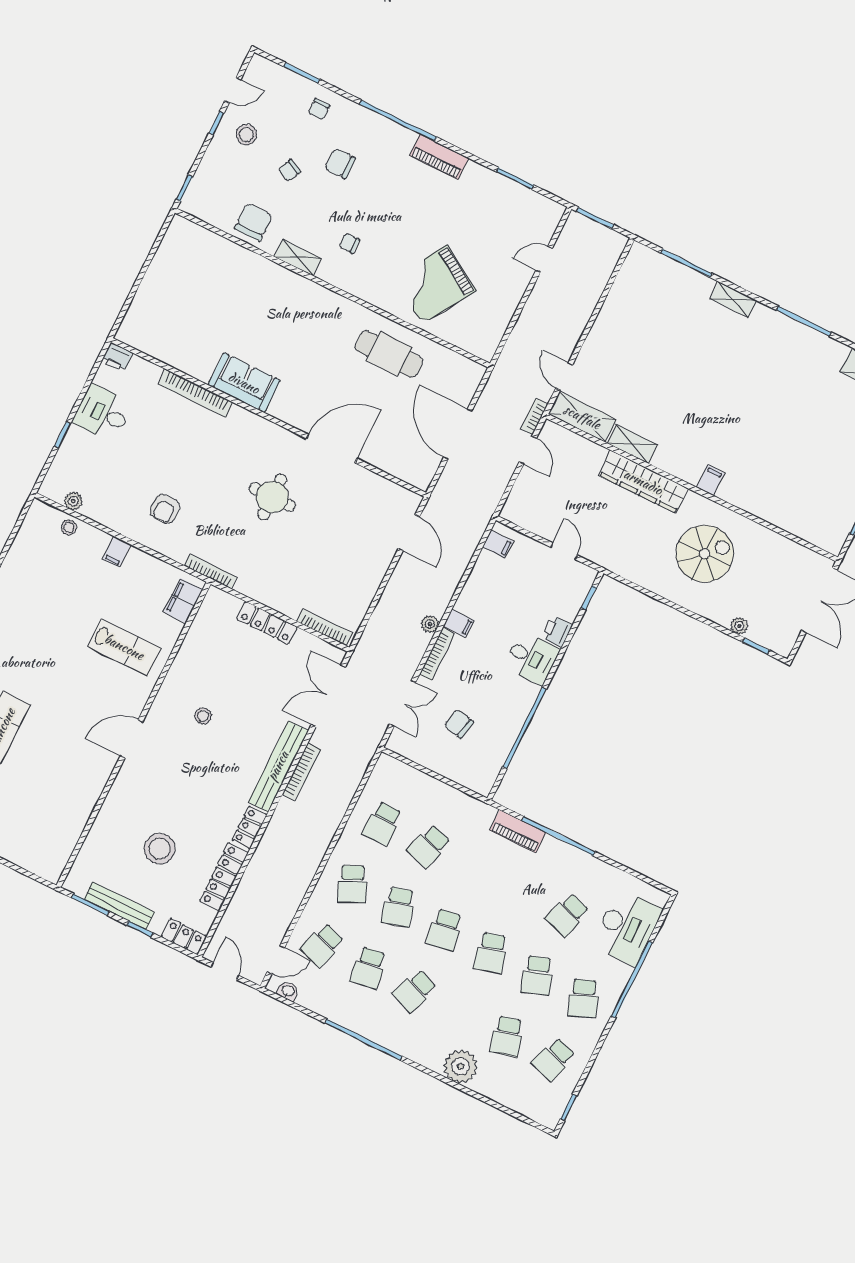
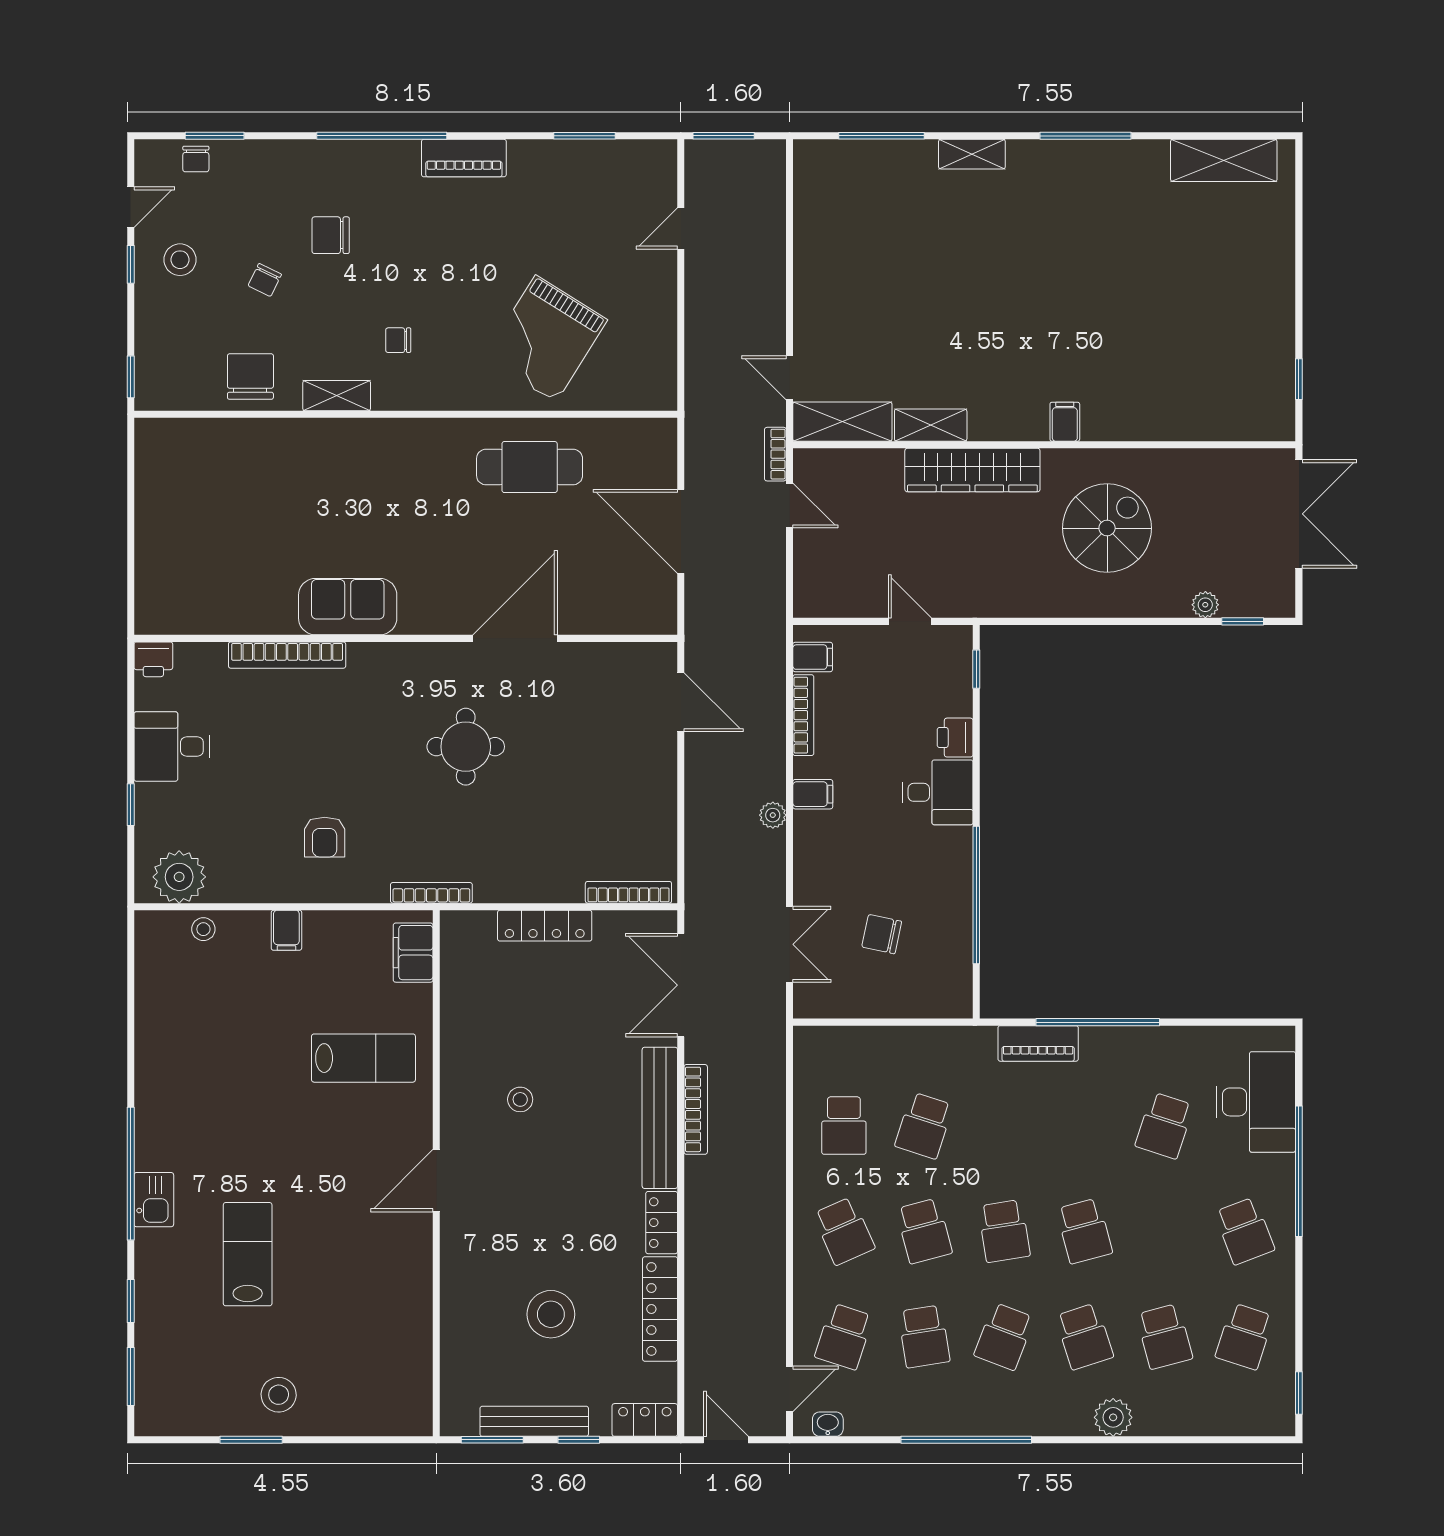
chair: (319, 109) -> (196, 159), moved
plant: (73, 501) -> (179, 877), width x1.87, depth x1.87
bookcase: (437, 654) -> (803, 715), moved
school desk: (537, 976) -> (1084, 1336), moved
plant: (460, 1066) -> (1113, 1417), width x0.73, depth x0.73

